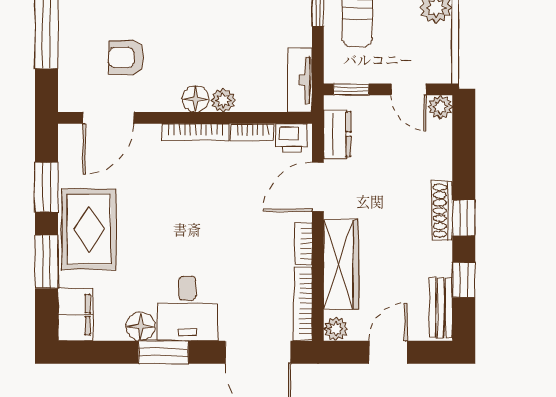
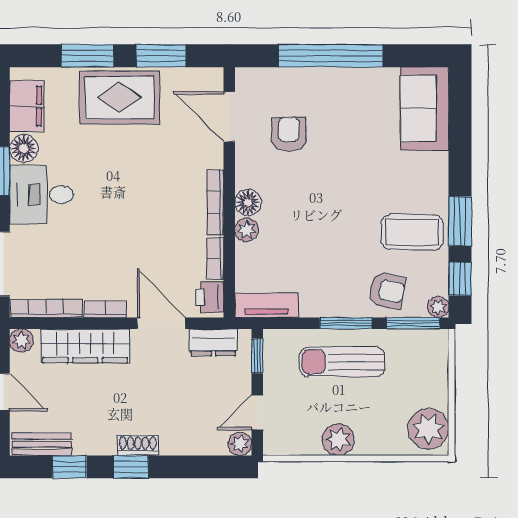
shoe rack: (442, 211) -> (138, 446), width x0.70
filing cabinet: (75, 315) -> (27, 106), moved, turned -90

